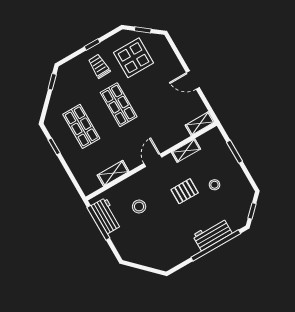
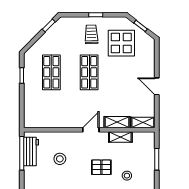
shelving: (113, 173) -> (117, 122), moved

